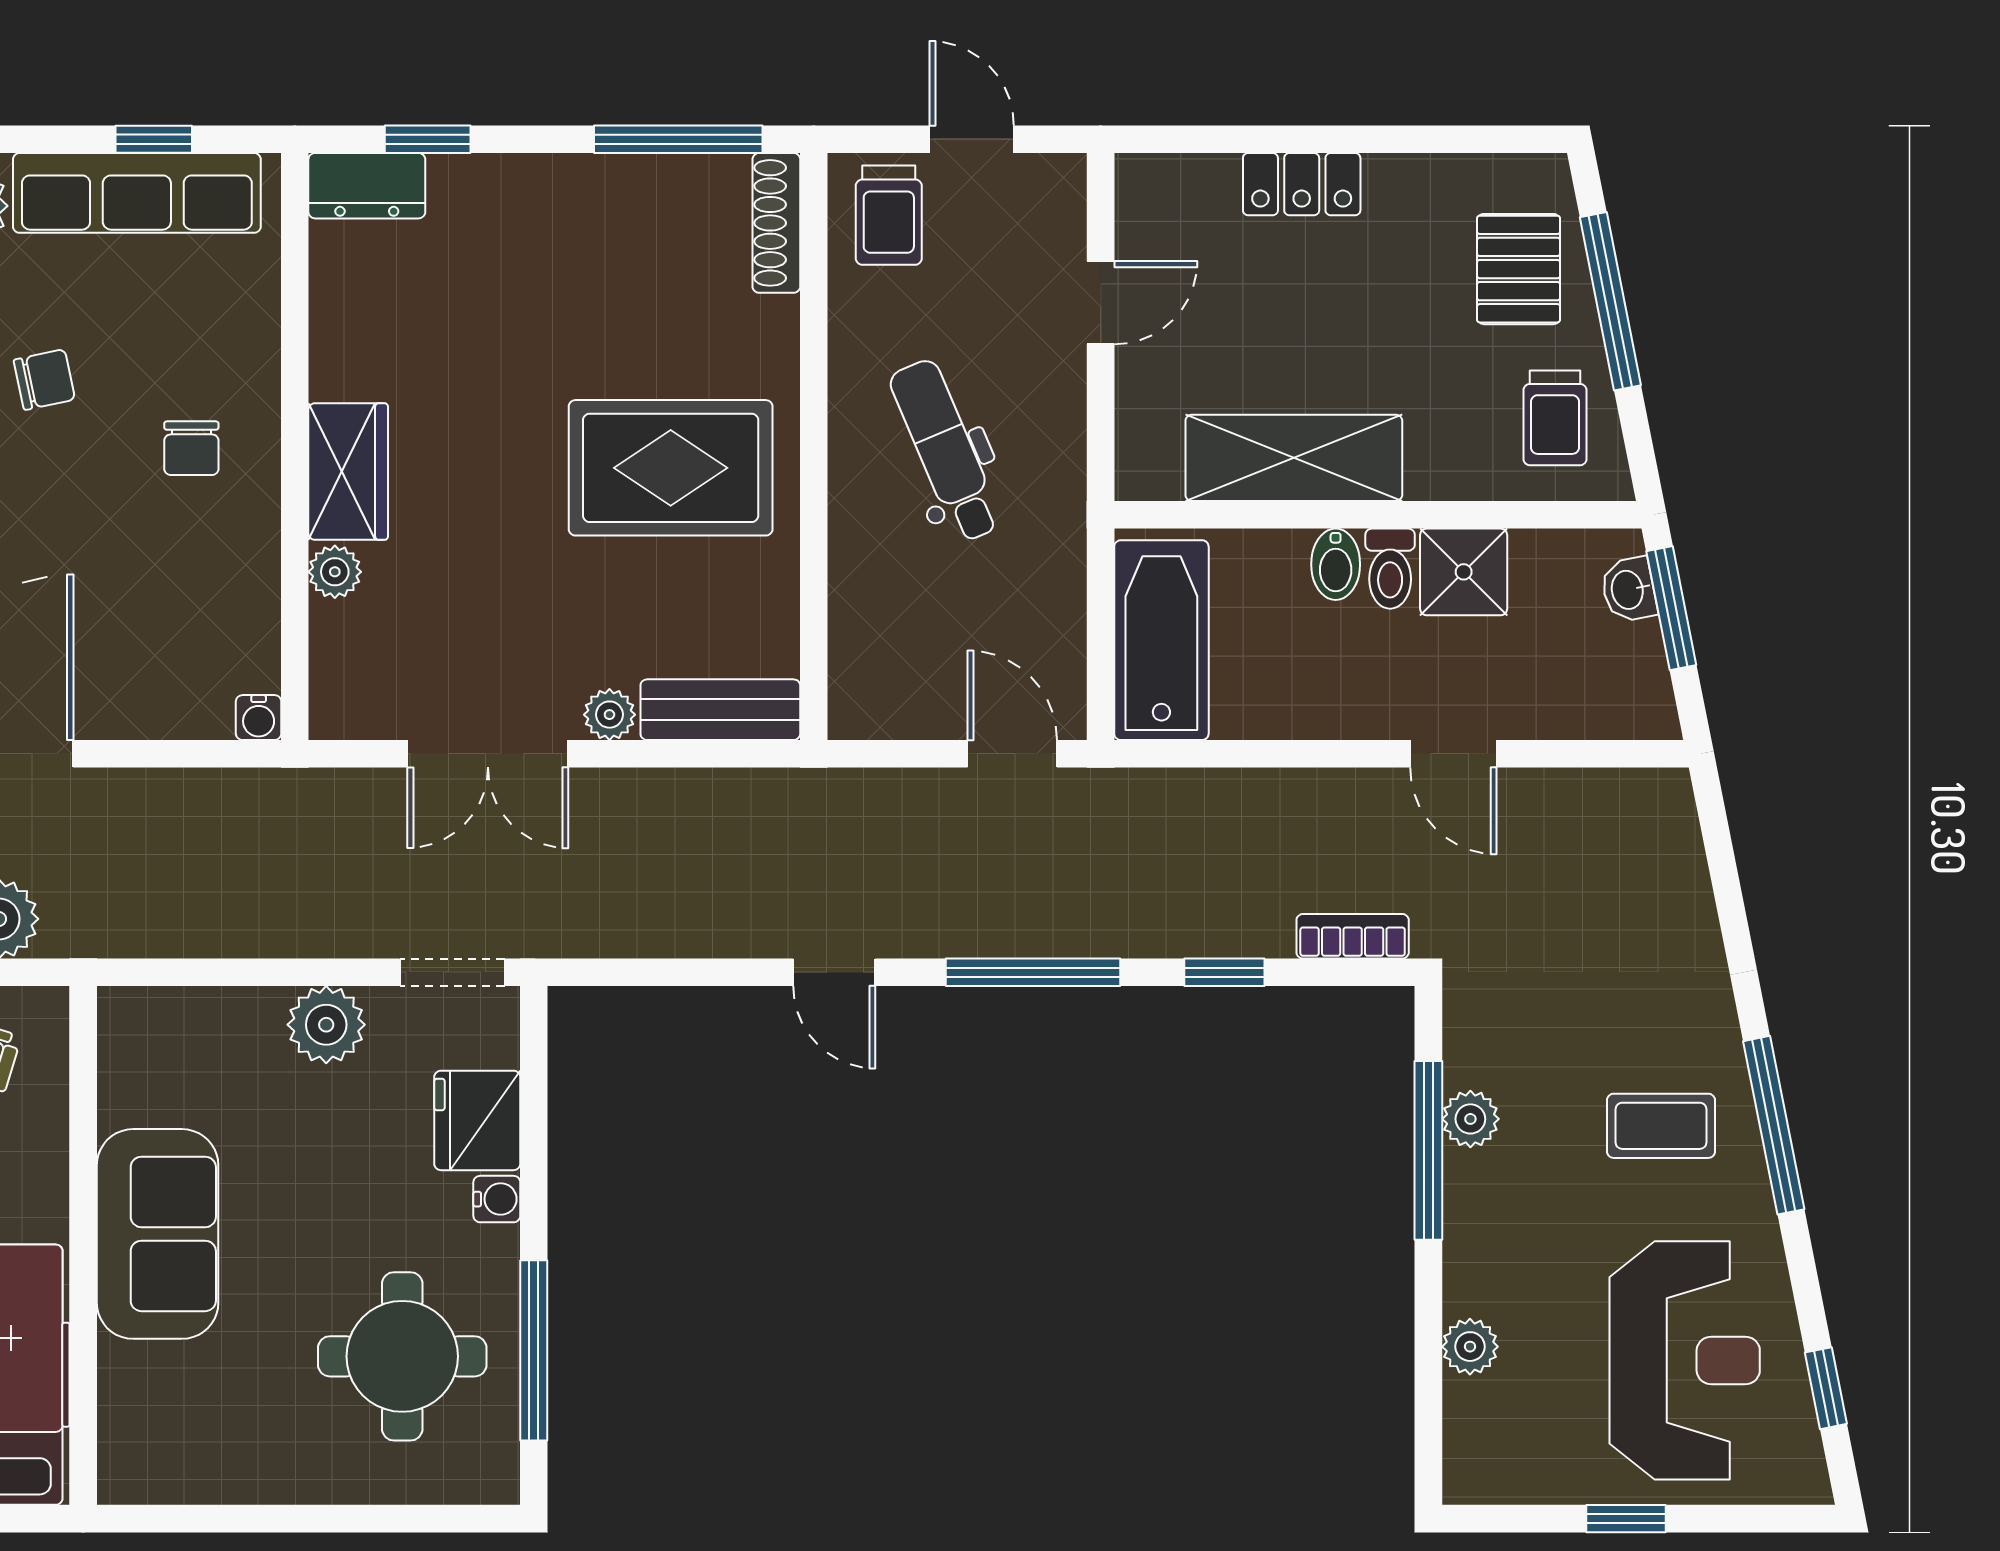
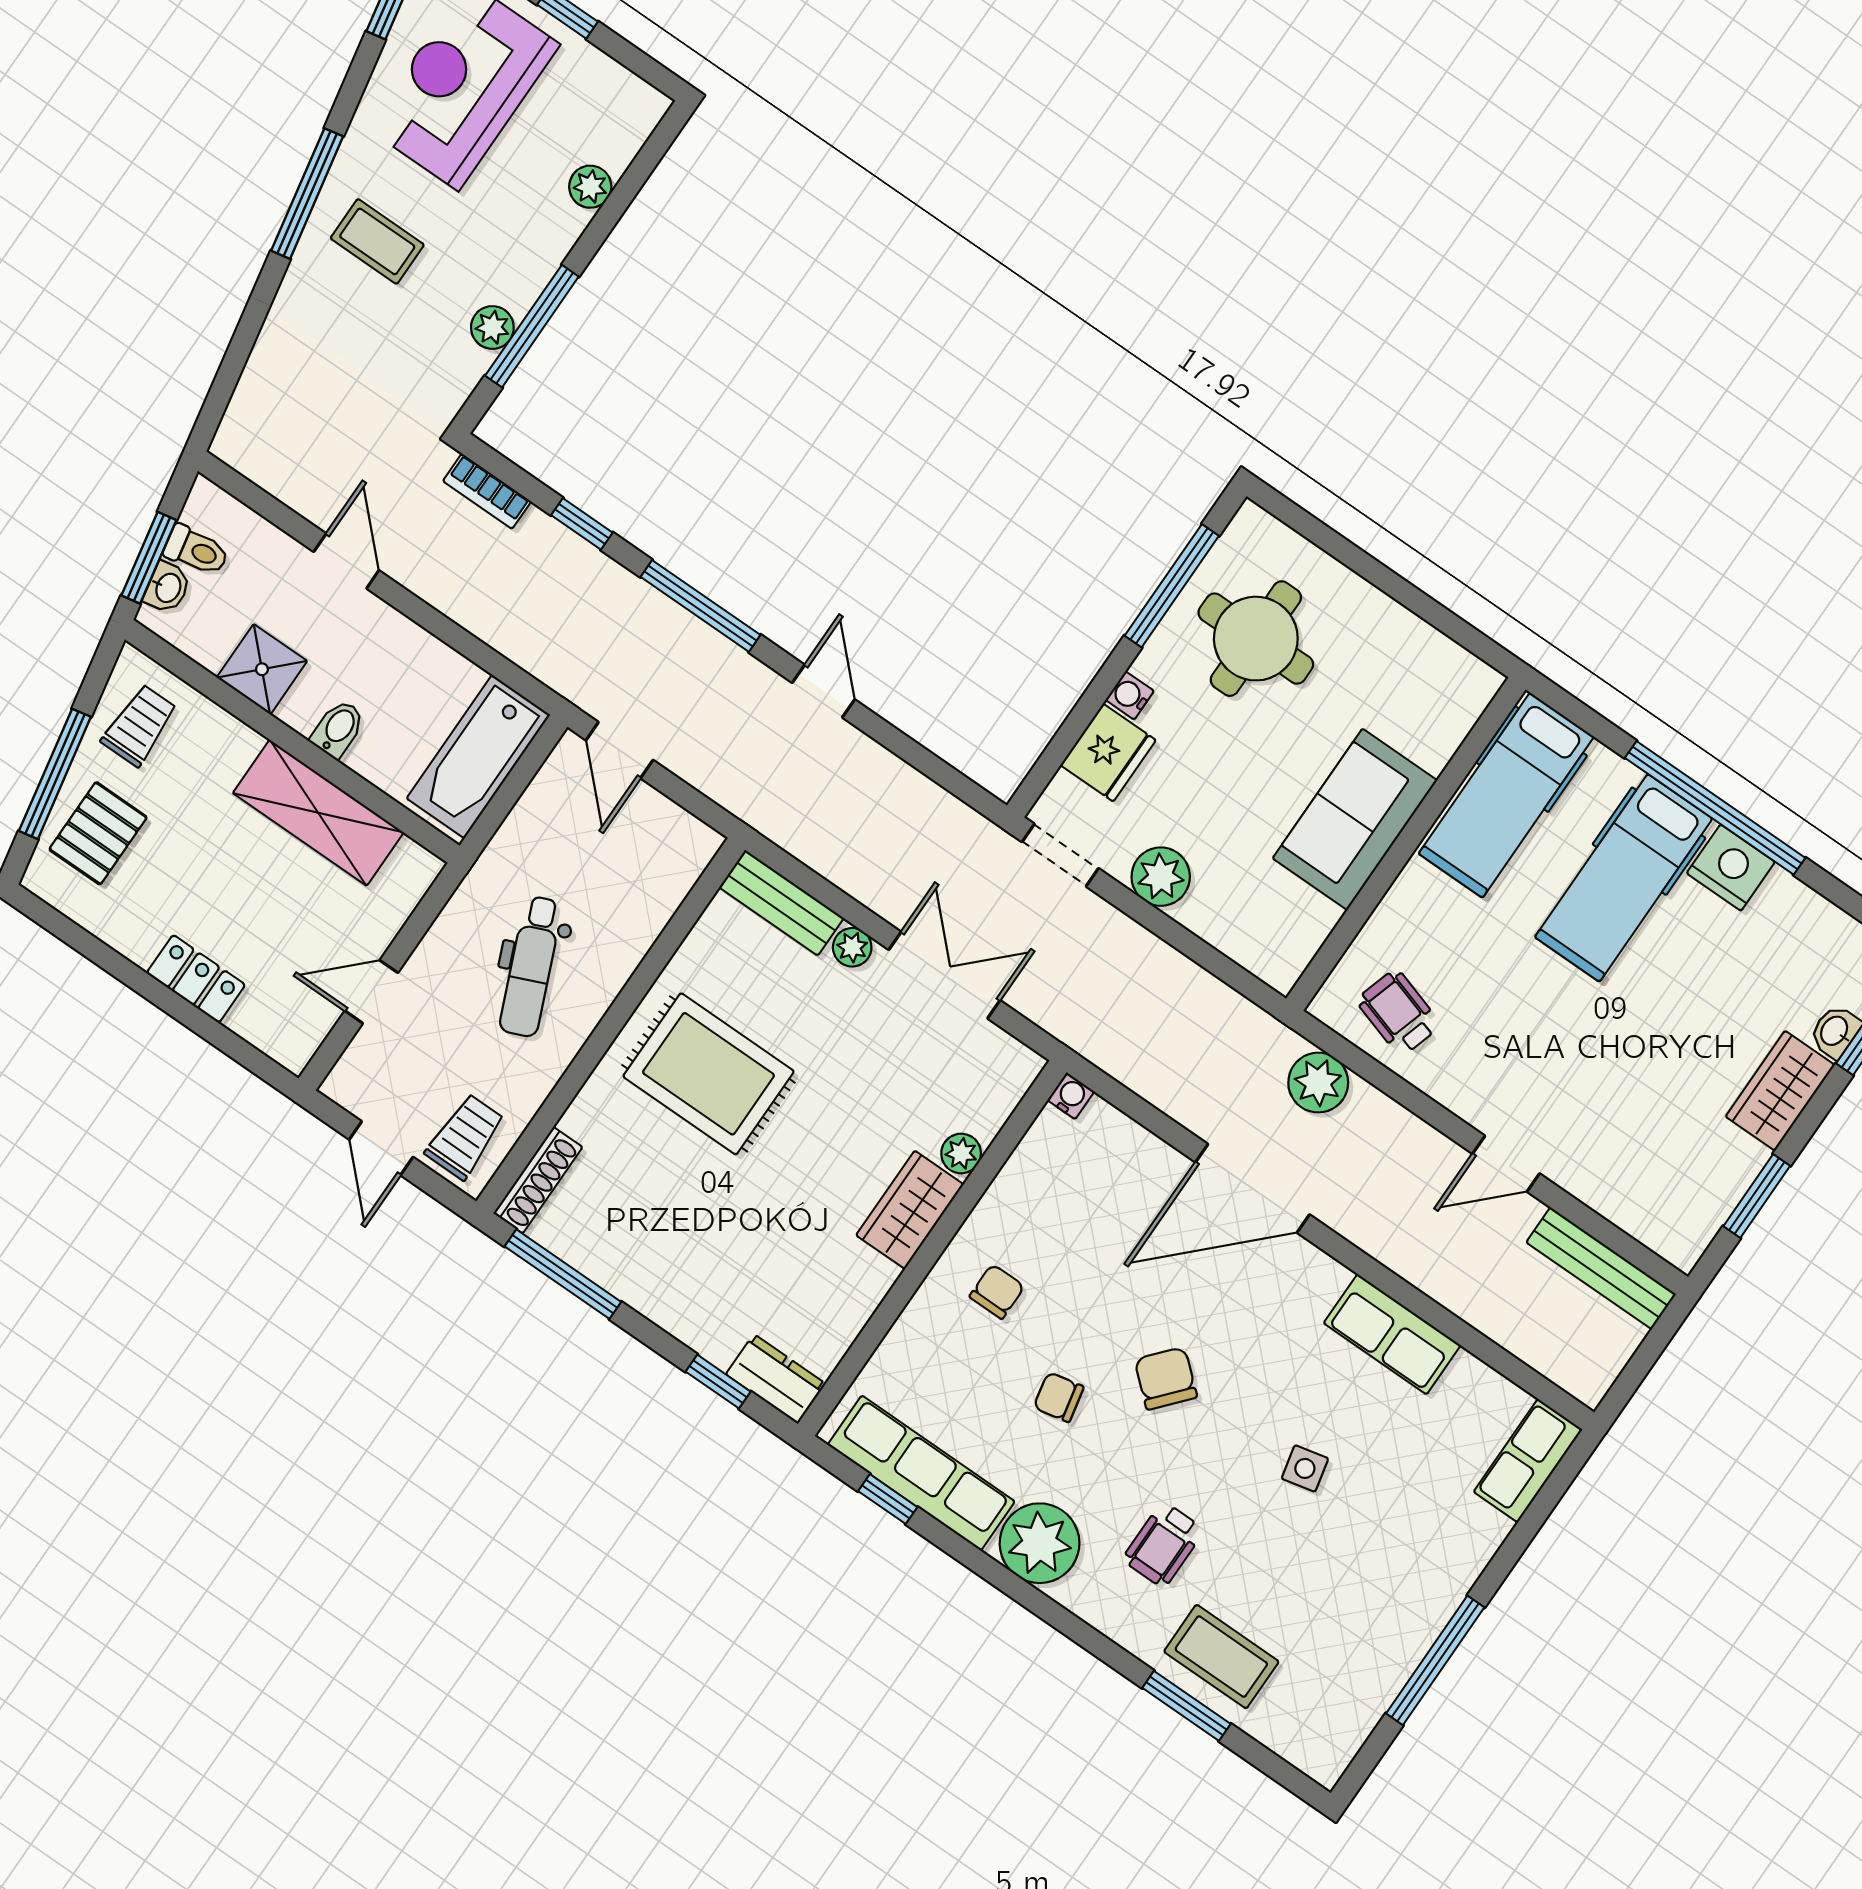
toilet: (1390, 569) -> (196, 550), moved, turned 79

